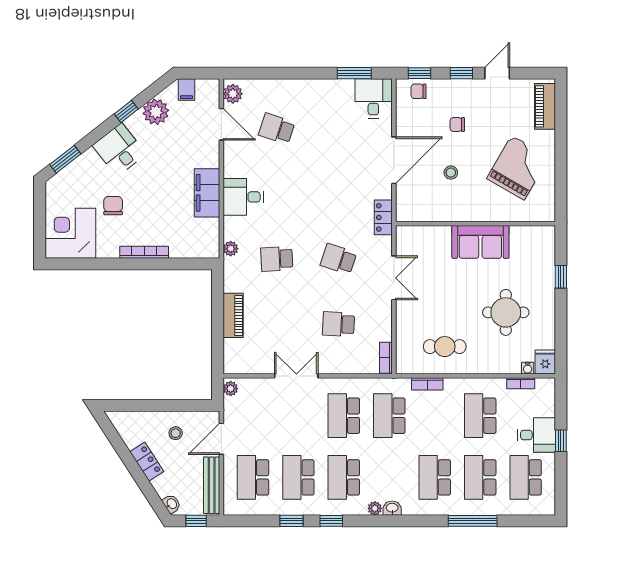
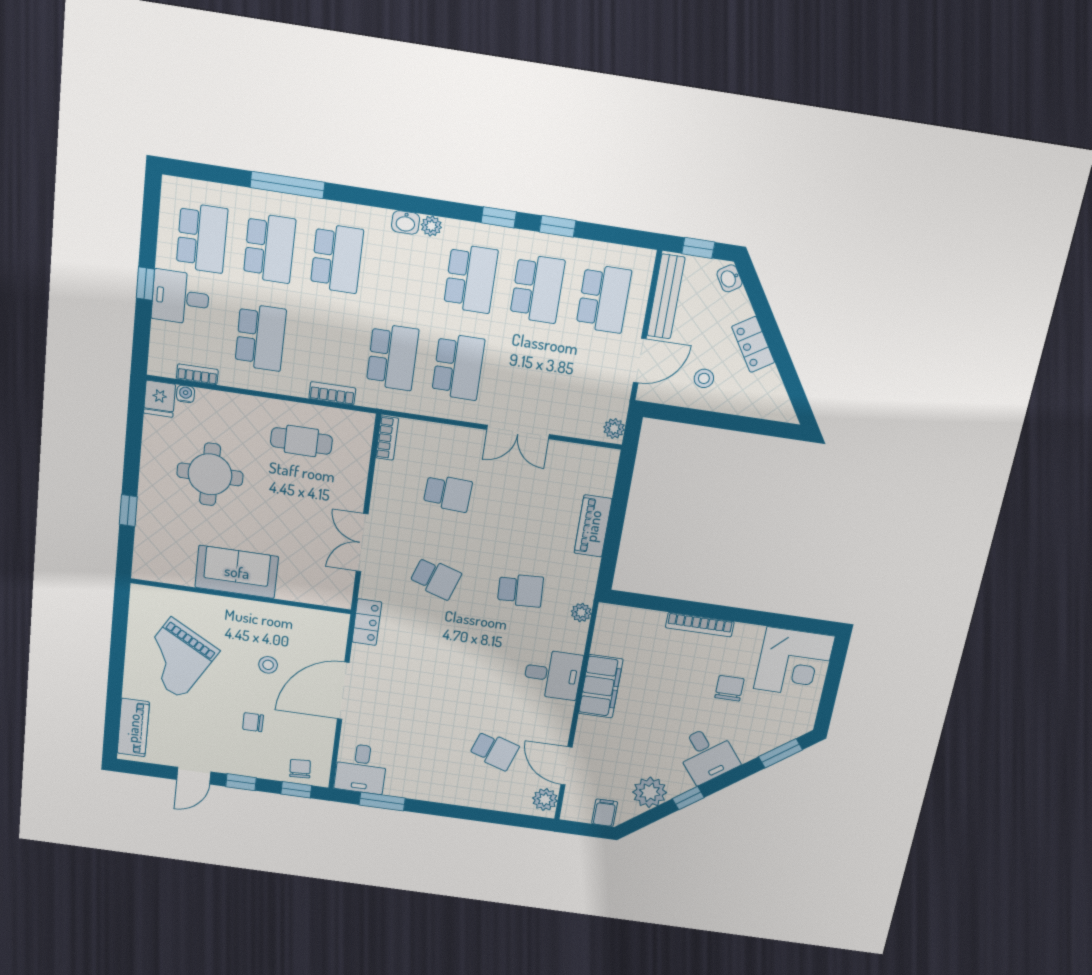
chair: (419, 91) -> (300, 769), turned -94
chair: (457, 124) -> (253, 722), turned 180
chair: (113, 206) -> (729, 688), turned 180

